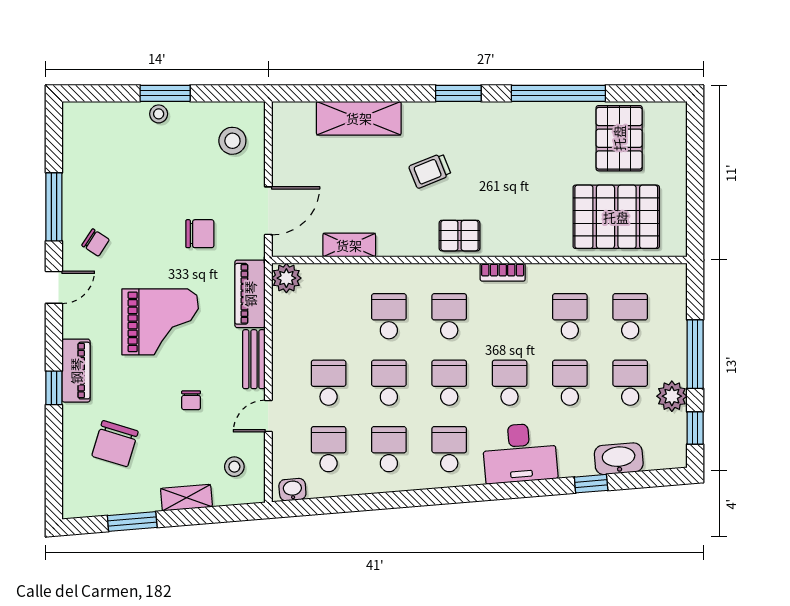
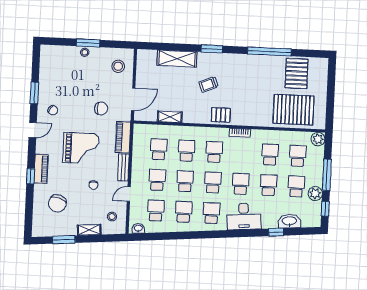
window: (458, 93) -> (212, 49), moved
window: (54, 207) -> (34, 93), width x0.69
plant: (286, 278) -> (318, 139), moved
school desk: (329, 316) -> (159, 149), added

